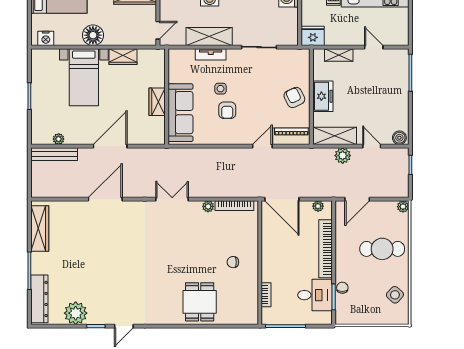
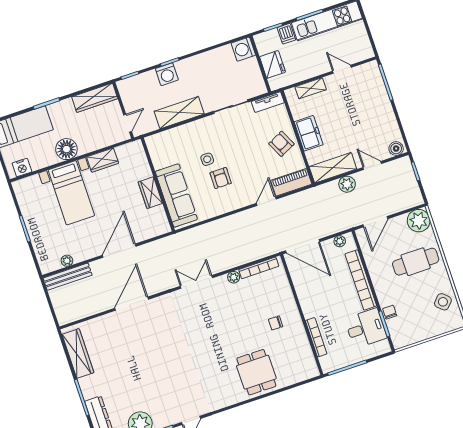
fridge: (313, 36) -> (272, 64), moved, turned 90
tv unit: (211, 54) -> (268, 102), moved
plant: (403, 207) -> (419, 221), width x1.88, depth x1.88
bookcase: (266, 295) -> (316, 337), width x1.56

